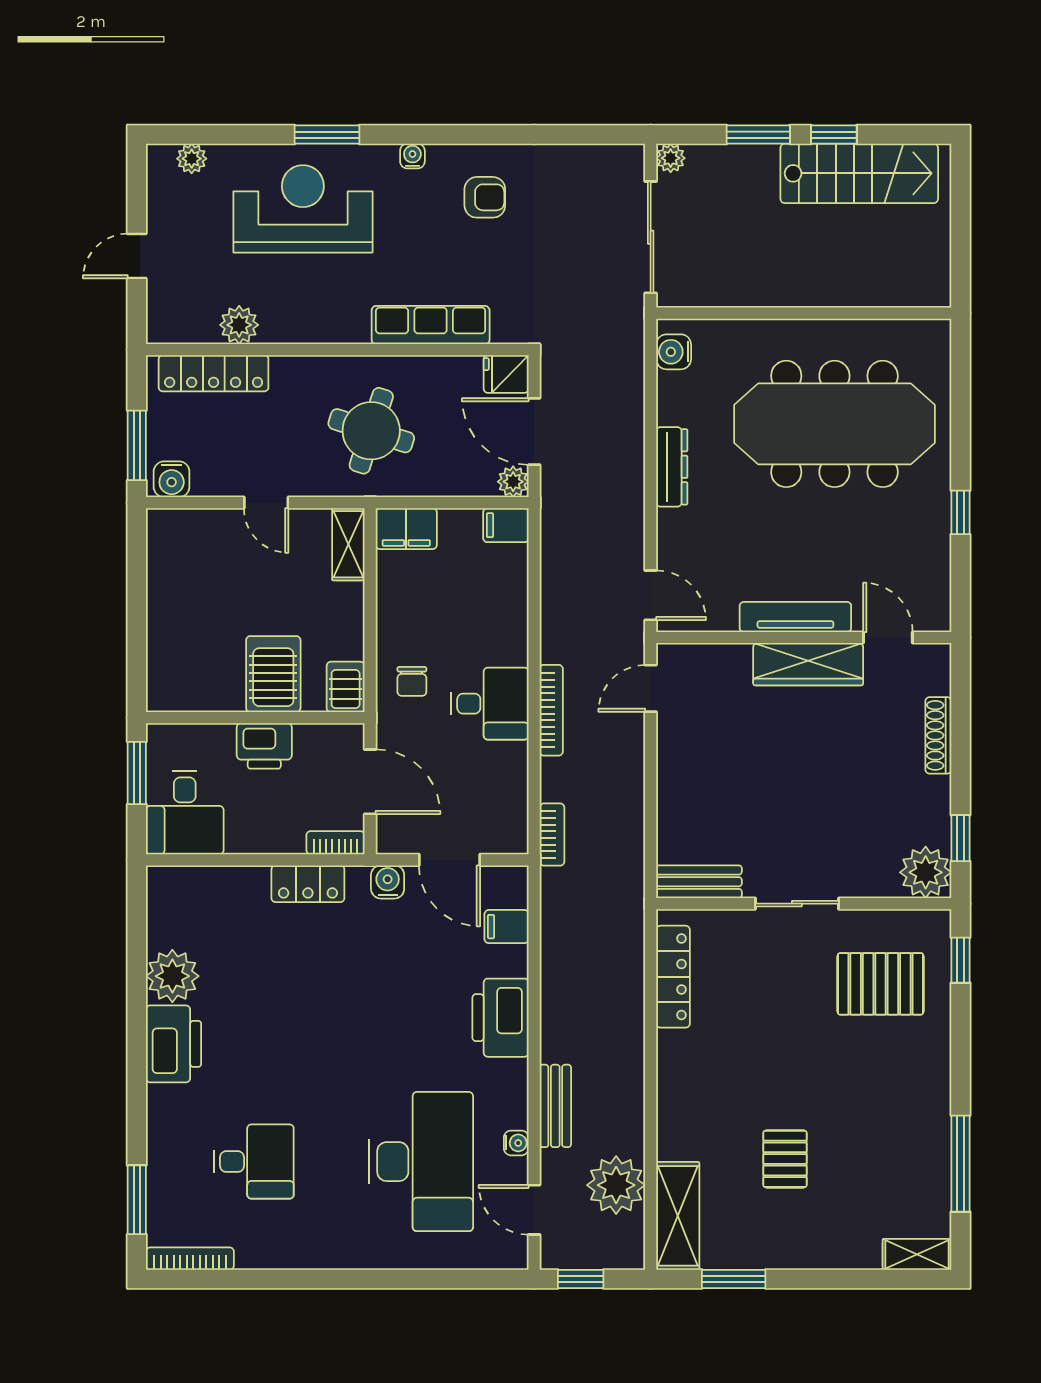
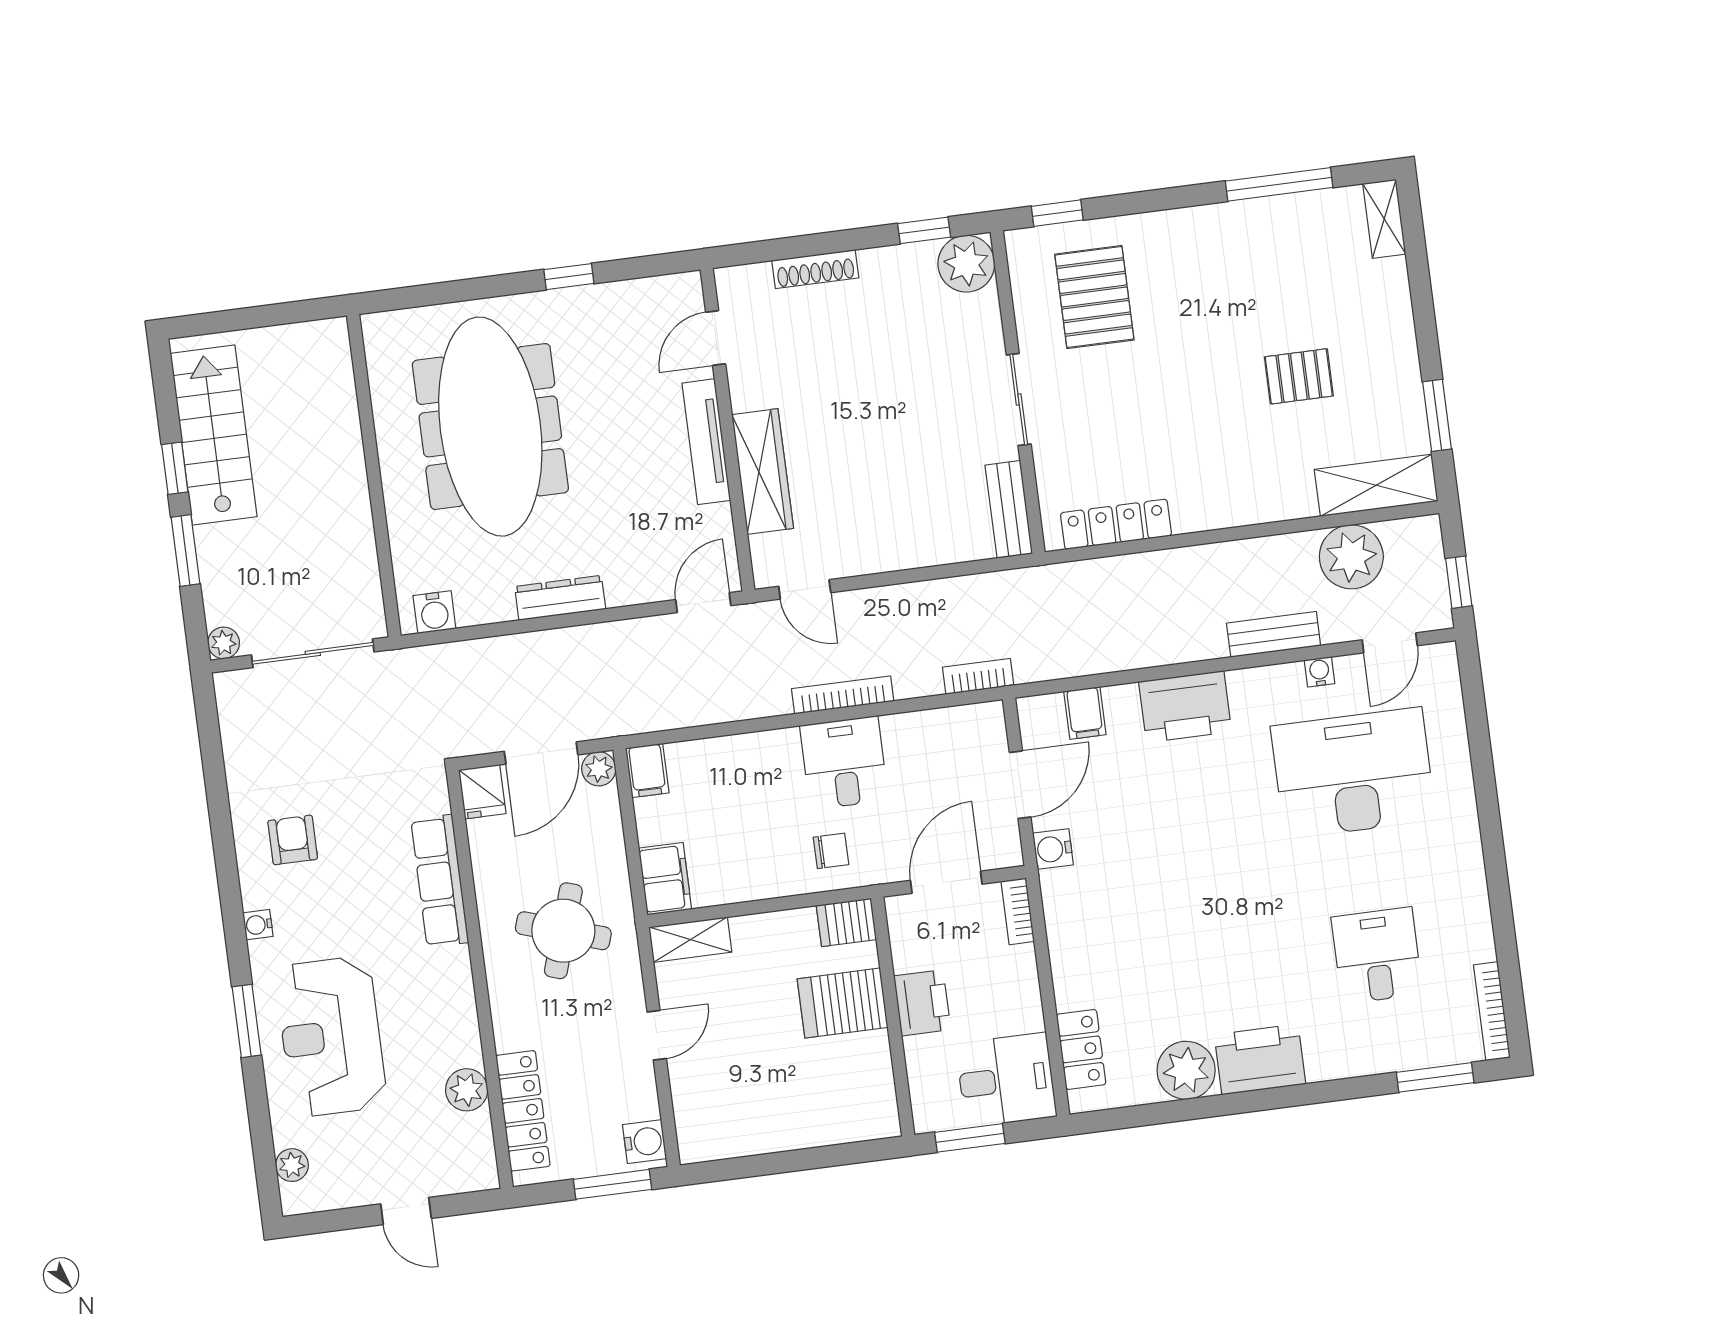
wardrobe: (808, 664) -> (763, 471), moved
locker: (308, 884) -> (1081, 1049), moved

